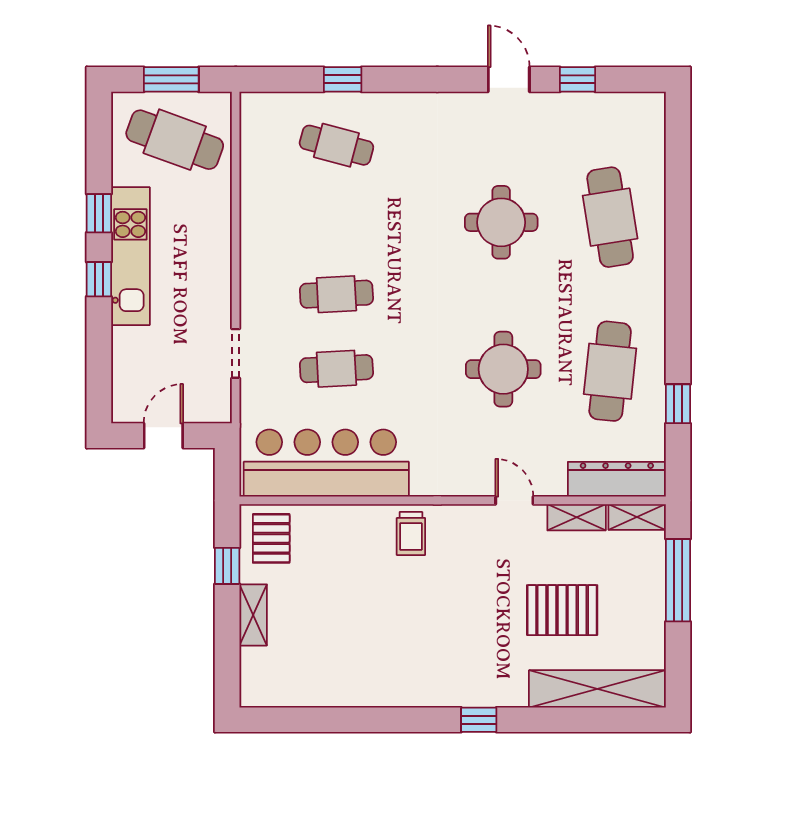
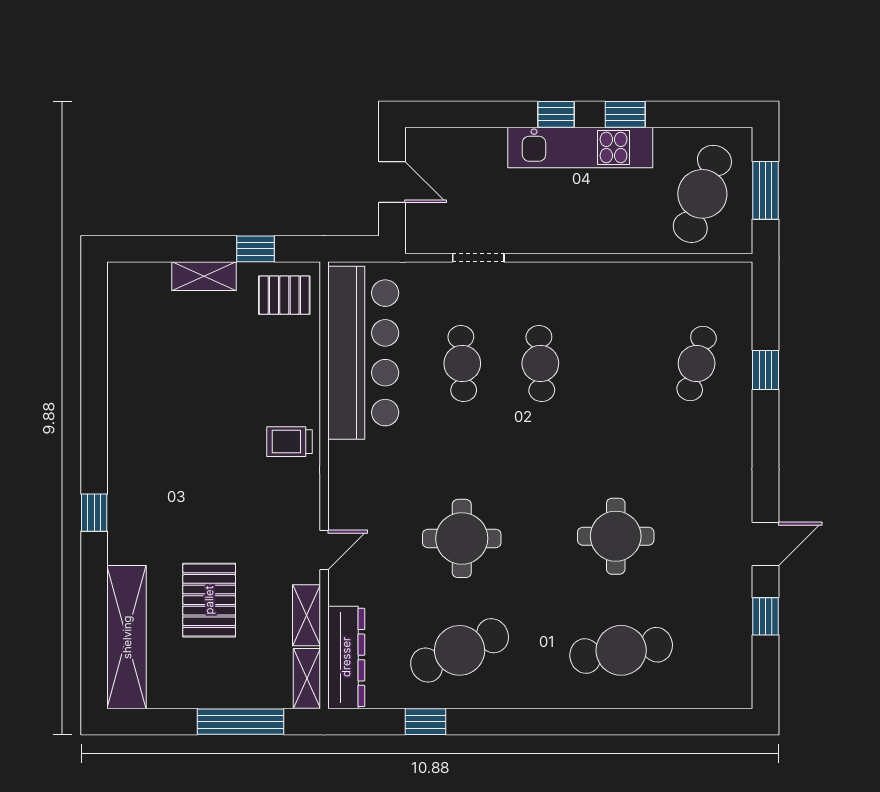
cafe table: (610, 371) -> (460, 650), turned -30

